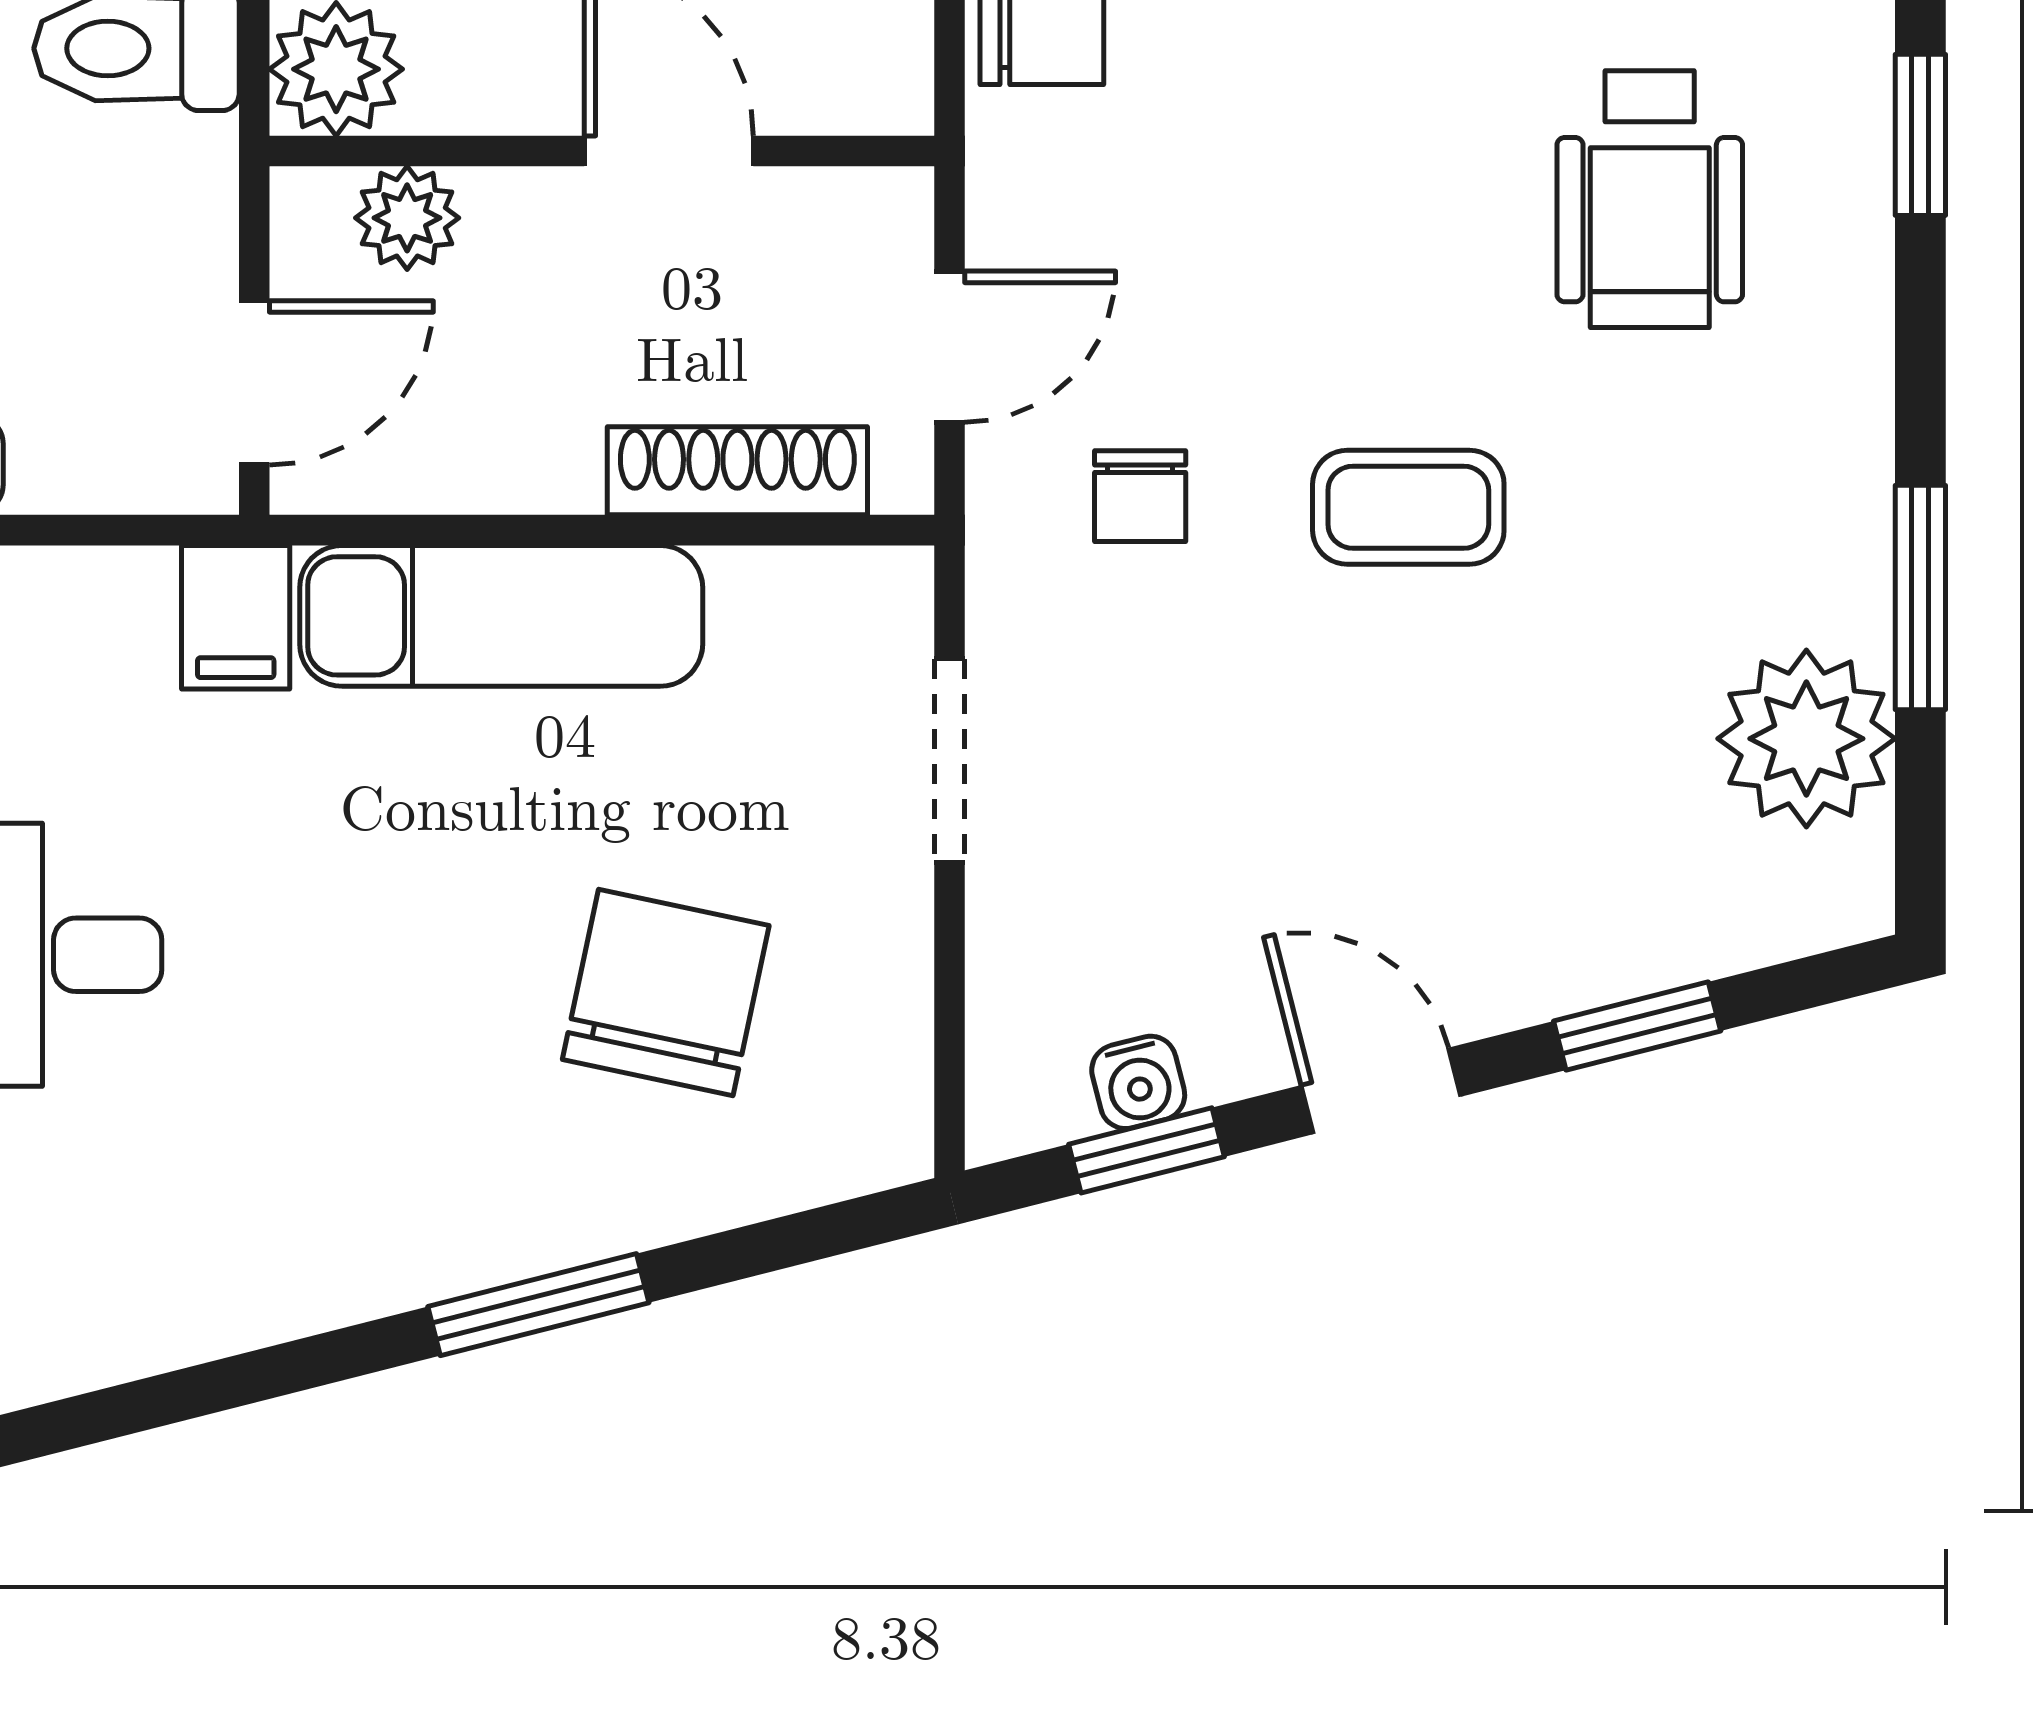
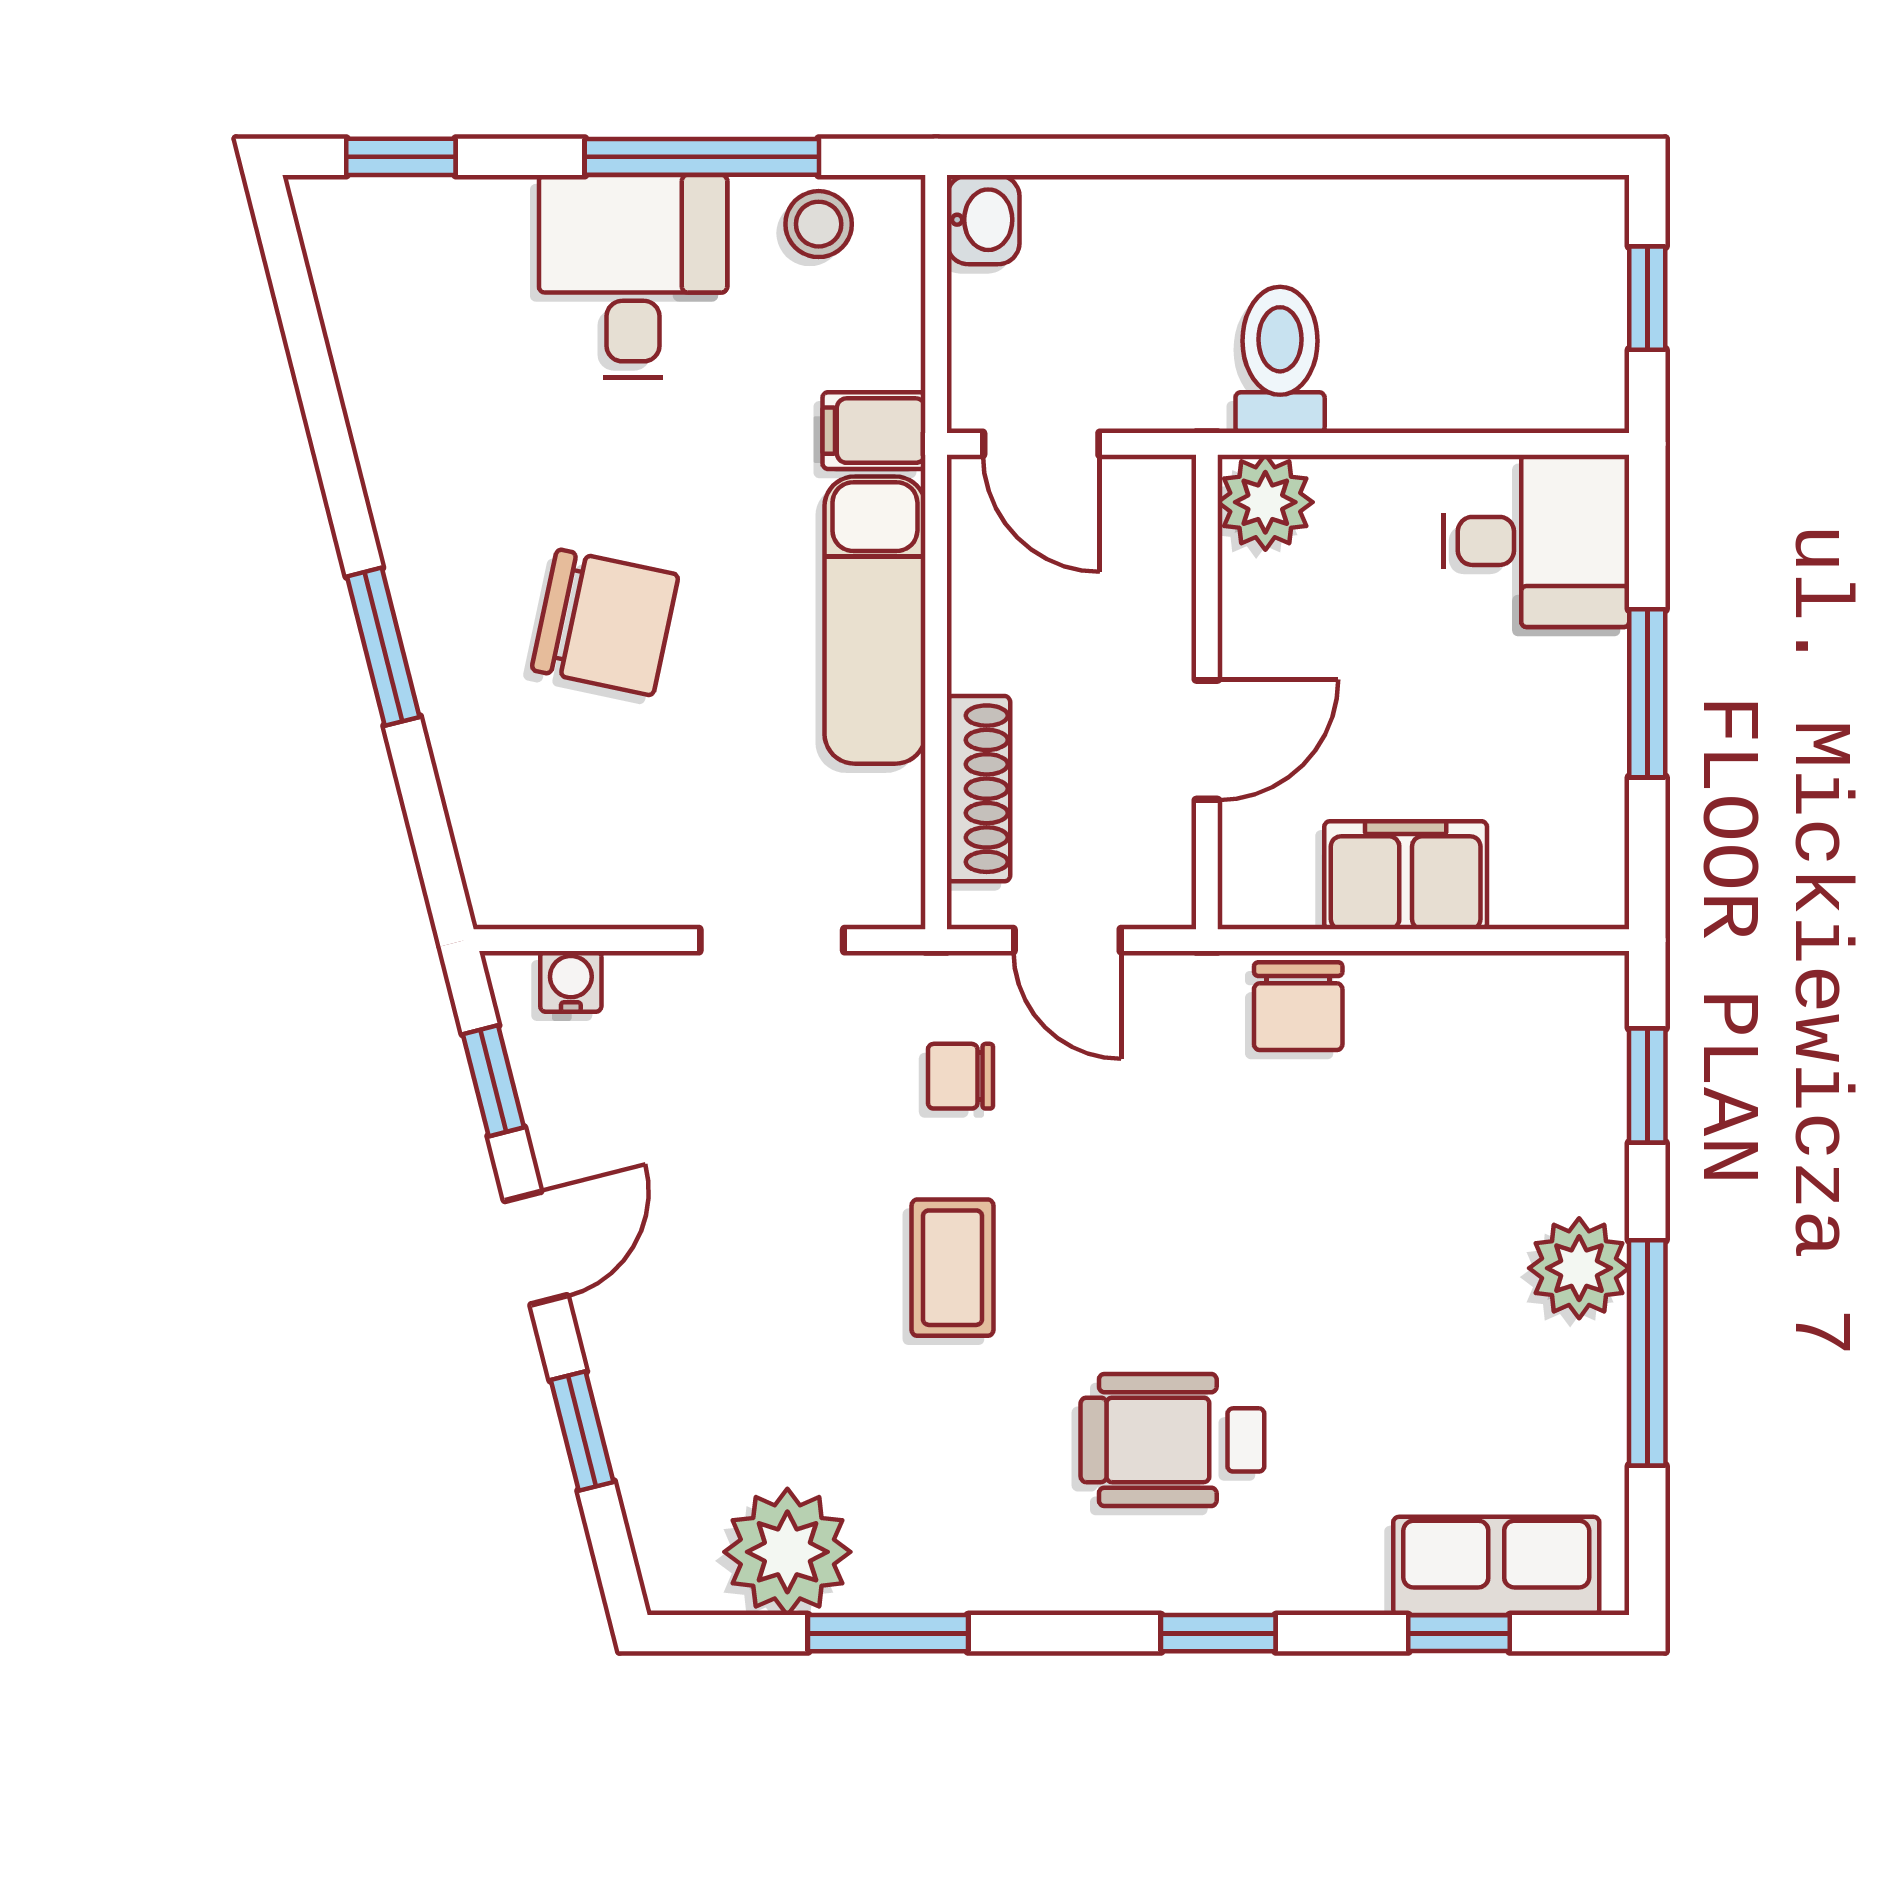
plant: (407, 218) -> (1159, 553), removed
chair: (666, 993) -> (605, 622), moved
water cooler: (1138, 1082) -> (571, 981), moved, turned 104

